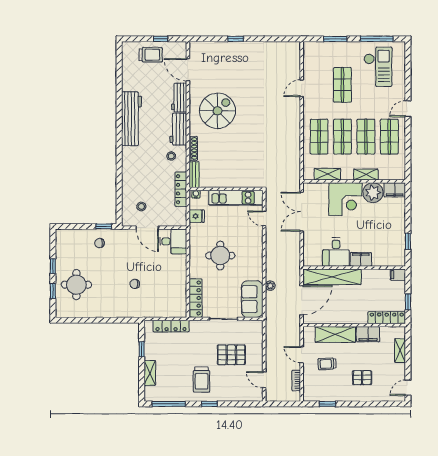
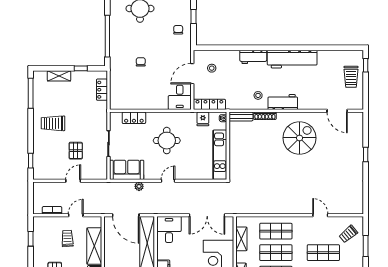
window: (161, 39) -> (366, 65), moved
trolley: (322, 58) -> (348, 234), added
door: (188, 70) -> (337, 111), swing flipped
workbench: (179, 98) -> (253, 57), moved, turned 180
spiral stairs: (217, 111) -> (300, 138), turned -90
locker: (181, 189) -> (209, 104), moved
double door: (302, 212) -> (207, 215), swing flipped
door: (264, 218) -> (168, 181), moved
window: (104, 226) -> (193, 16), moved
desk: (336, 252) -> (169, 229), moved, turned 90
locker: (196, 298) -> (134, 118), width x0.66
window: (107, 320) -> (107, 36), added
locker: (171, 326) -> (102, 90), width x0.66
pallet: (231, 355) -> (76, 151), width x0.67, depth x0.71
door: (264, 380) -> (73, 181), moved
window: (209, 404) -> (31, 161), moved

